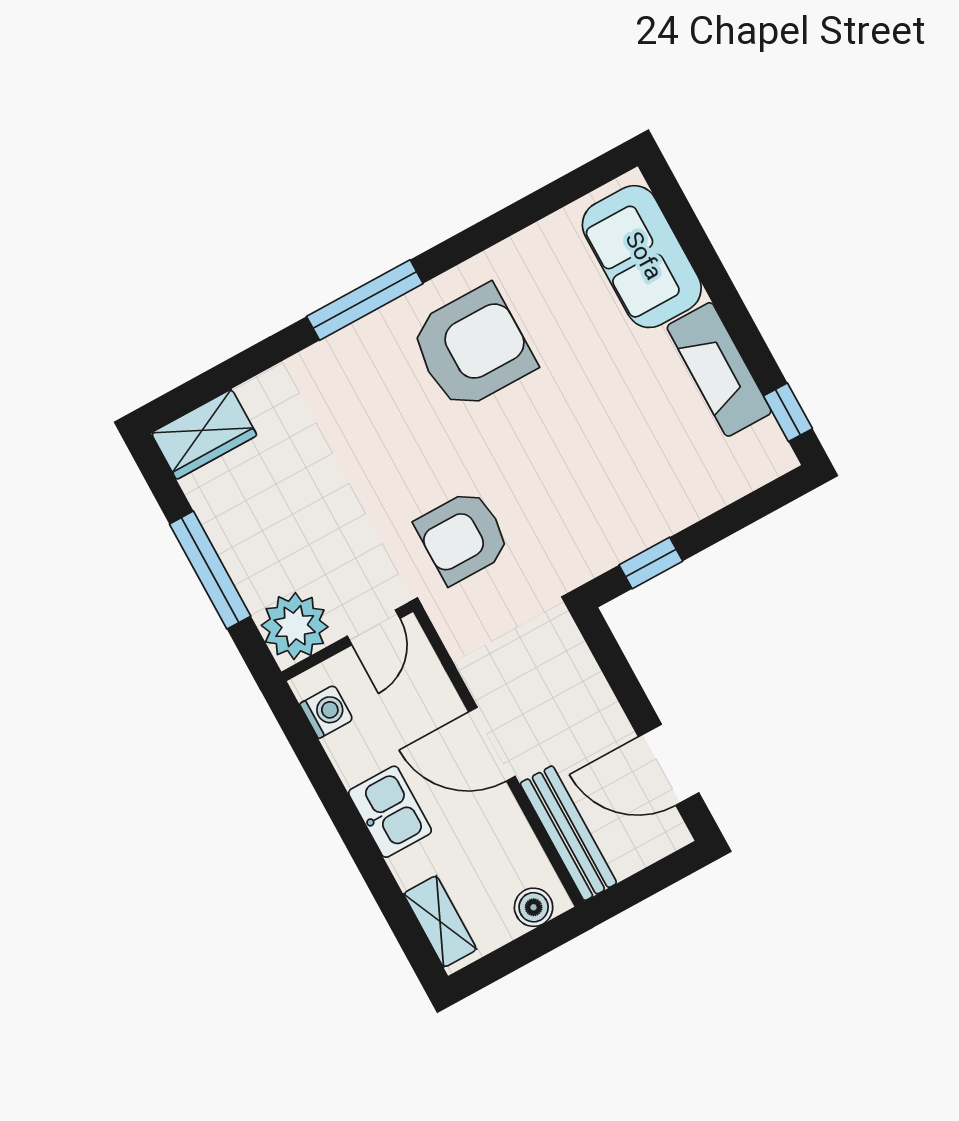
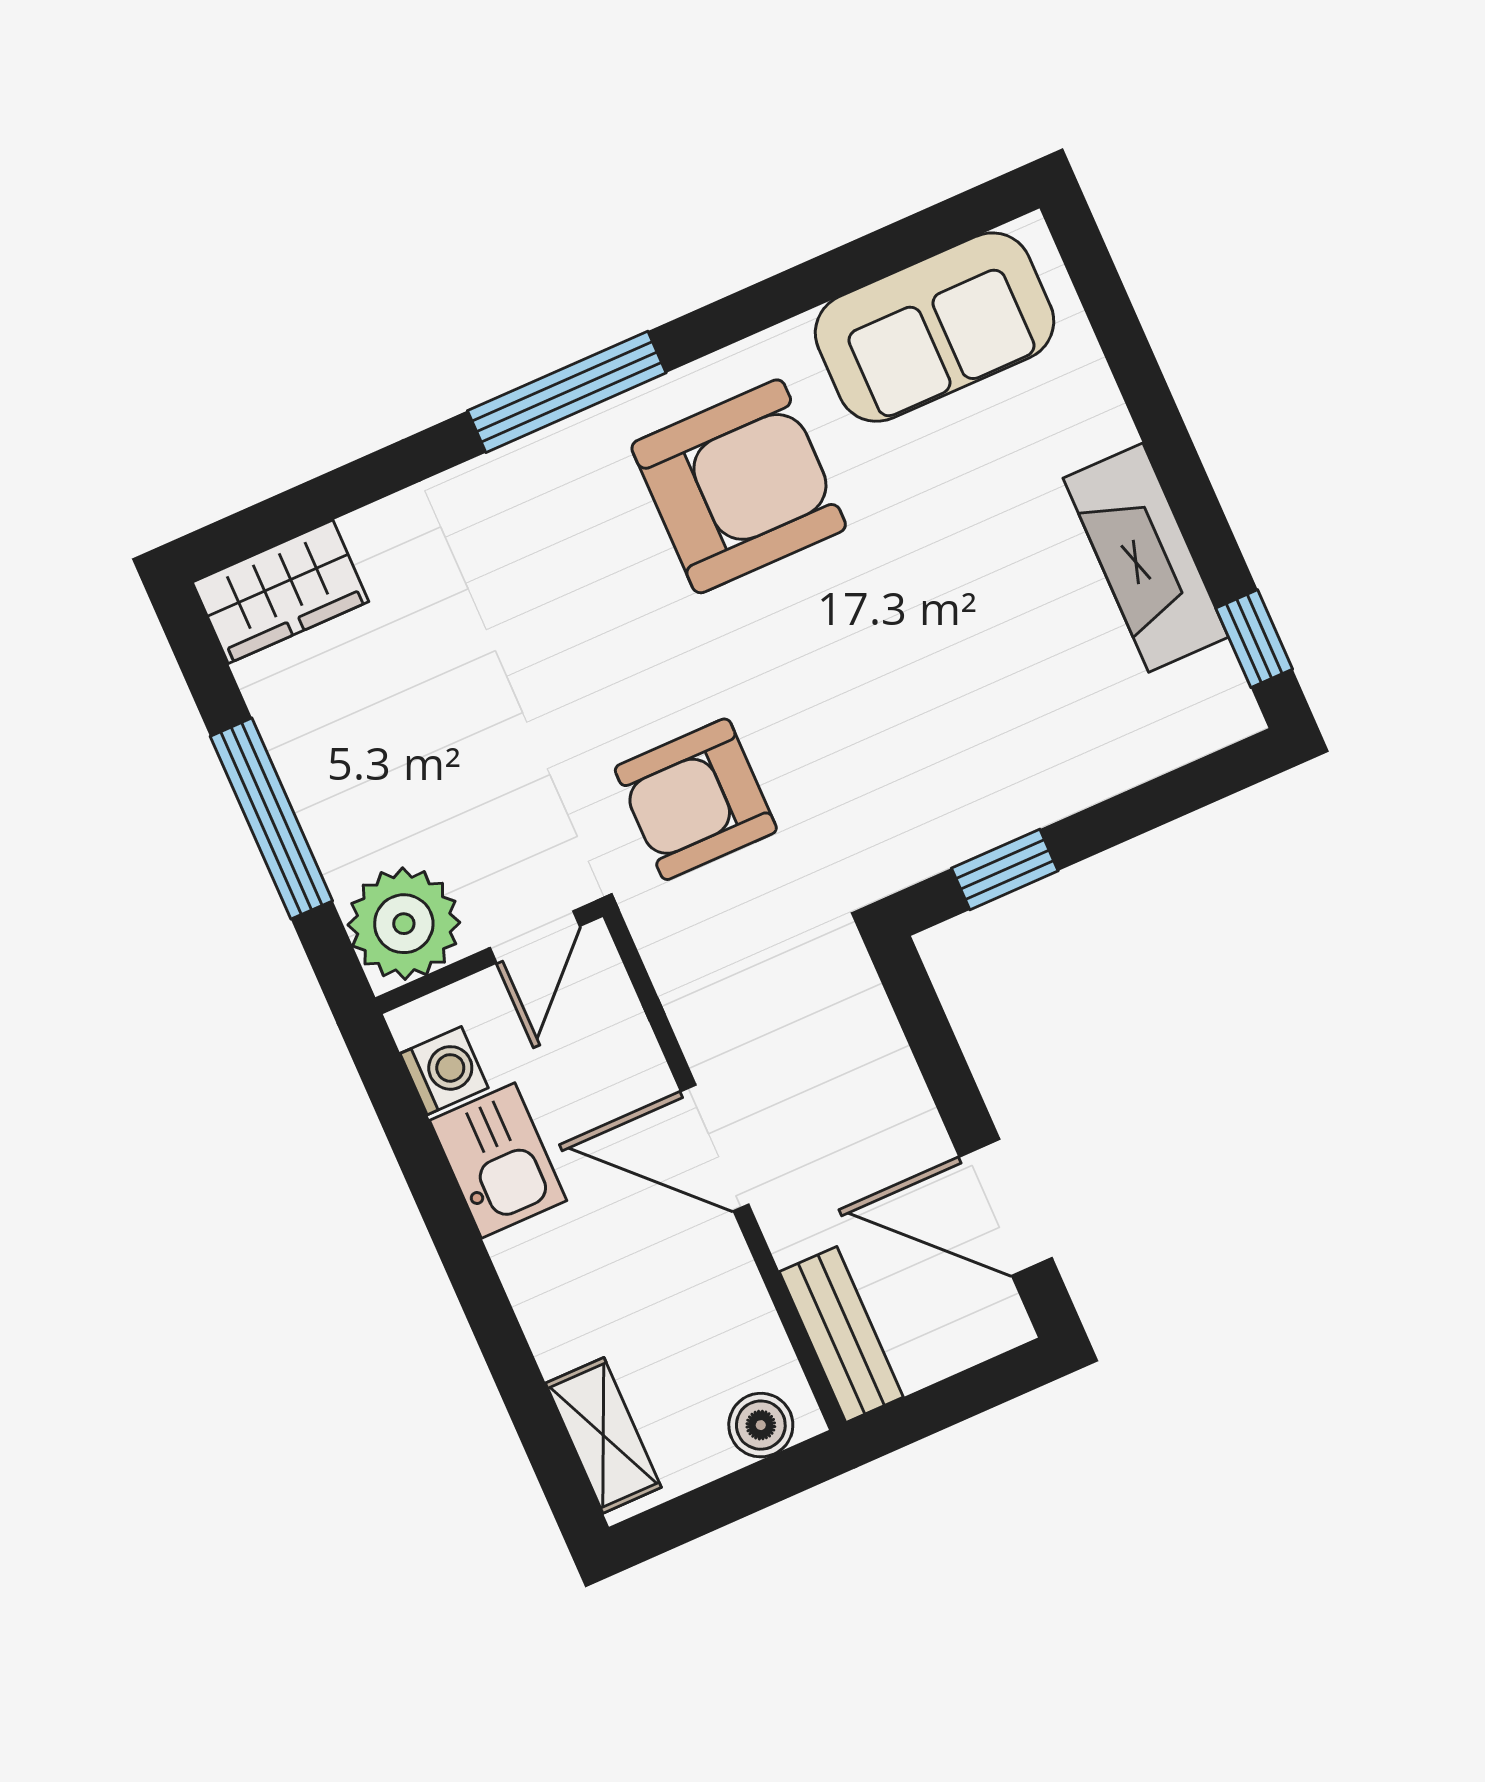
sofa: (642, 257) -> (935, 327), moved, turned -90
kitchen sink: (390, 812) -> (498, 1160), moved
bench: (568, 833) -> (841, 1334), width x0.73

